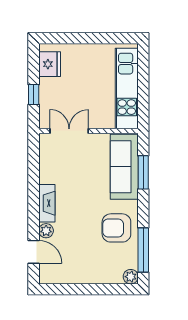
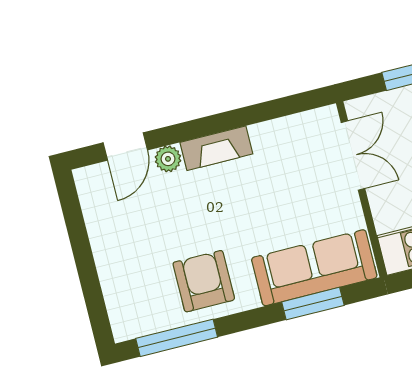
plant: (131, 277) -> (125, 328), removed

